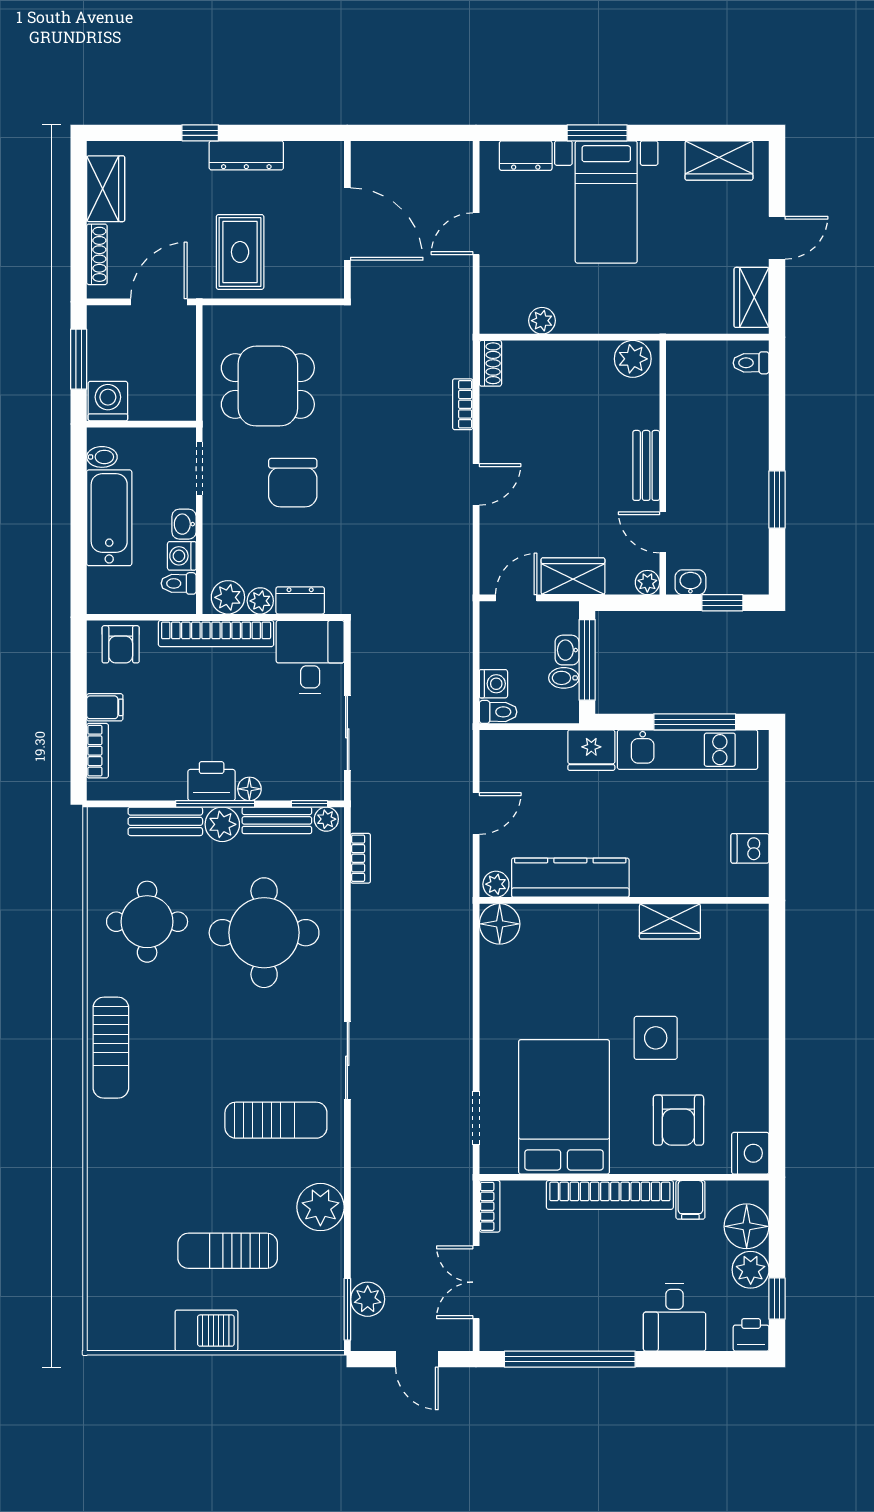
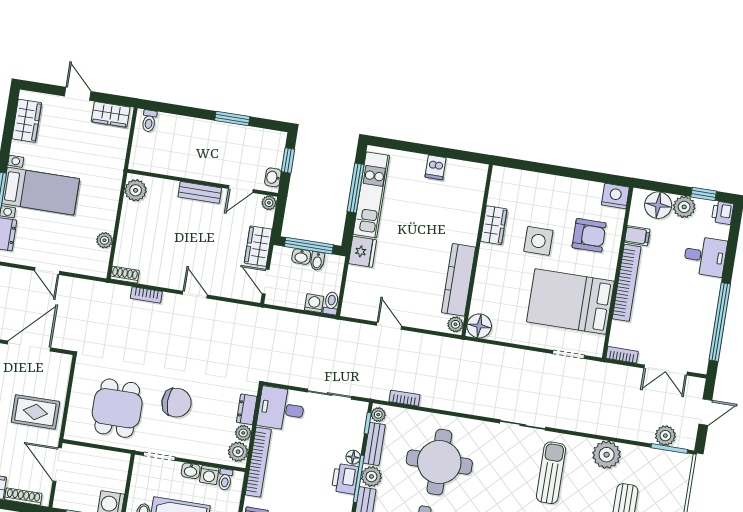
kitchen counter: (570, 878) -> (459, 280), moved
plant: (496, 884) -> (455, 324), moved
wall: (624, 900) -> (477, 250), moved
wardrobe: (670, 921) -> (494, 225), moved
floor lamp: (500, 924) -> (479, 326), moved

